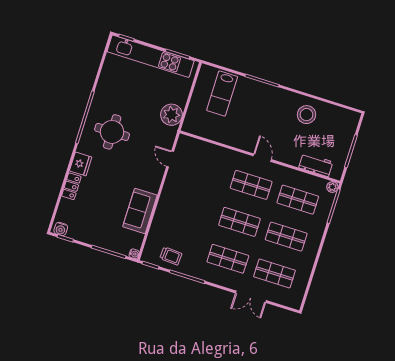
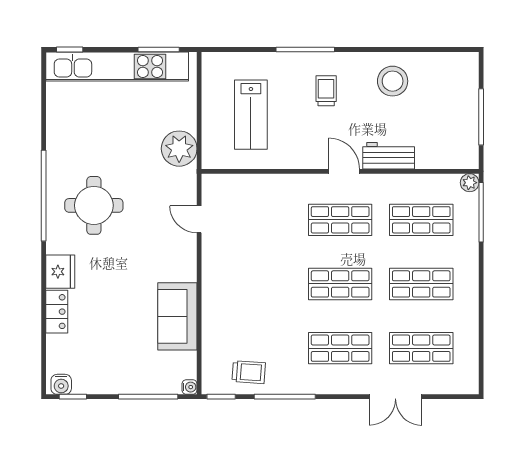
lab bench: (222, 93) -> (251, 115), moved
trolley: (266, 108) -> (326, 91), added
workbench: (316, 165) -> (389, 156), moved

